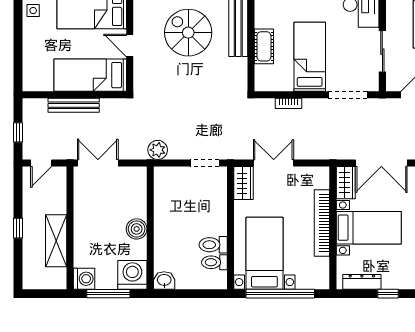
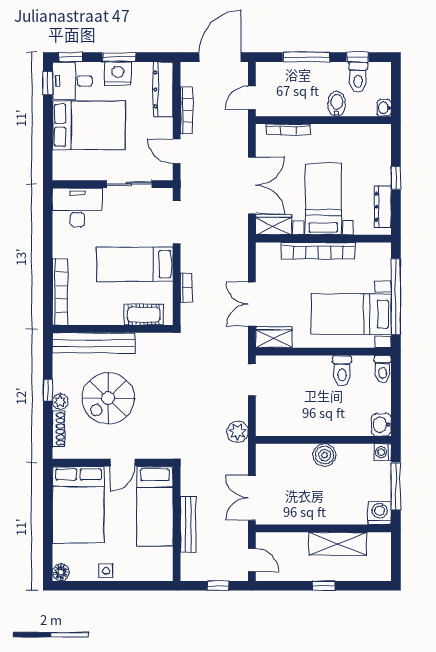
side table: (33, 11) -> (106, 571), moved
cot: (264, 46) -> (144, 315), moved
toilet: (214, 262) -> (383, 369), moved
washing machine: (132, 275) -> (383, 452), width x0.53, depth x0.53

